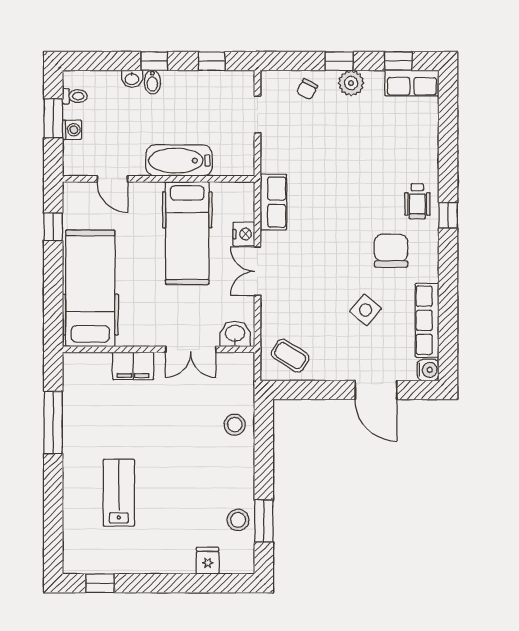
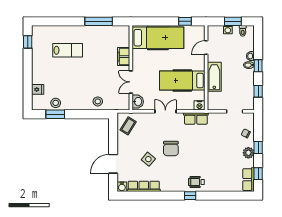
nightstand: (244, 234) -> (199, 105), moved
chair: (391, 251) -> (171, 149), moved, turned 90

